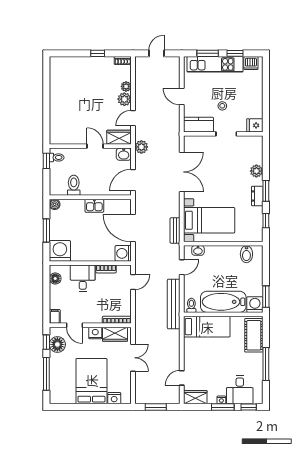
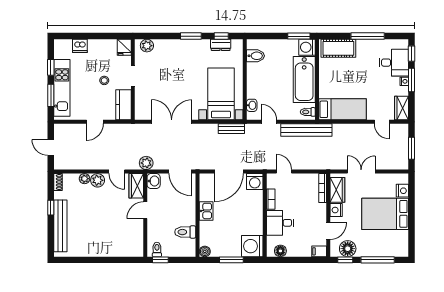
bench: (80, 63) -> (60, 226), added
dishwasher: (251, 63) -> (80, 46), moved, turned 90
plant: (256, 171) -> (147, 46), moved
dresser: (257, 196) -> (221, 45), moved
bed: (207, 327) -> (343, 109), moved, turned 90

